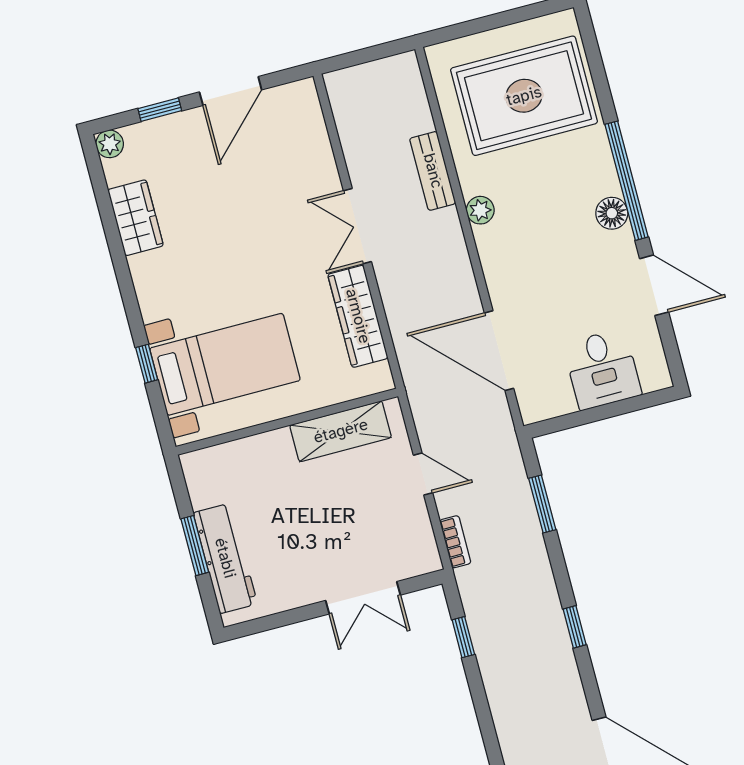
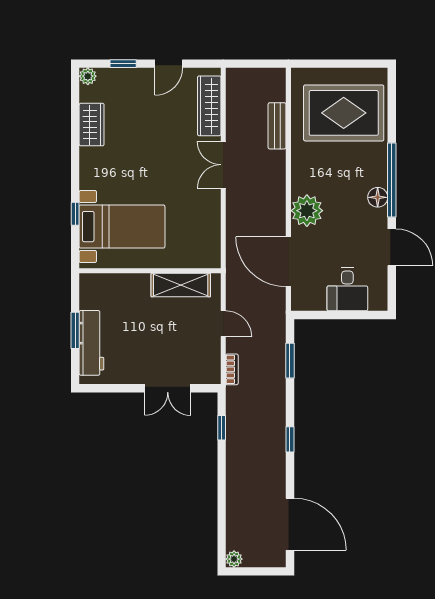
door: (231, 91) -> (169, 64), width x0.73
bench: (433, 171) -> (277, 126), moved
plant: (480, 210) -> (307, 211), moved, width x1.88, depth x1.88
wardrobe: (358, 316) -> (209, 106), moved

